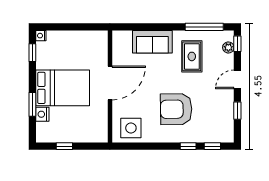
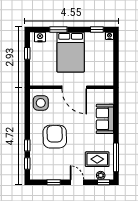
rug: (192, 56) -> (97, 159), moved
nightstand: (42, 114) -> (40, 37), moved

